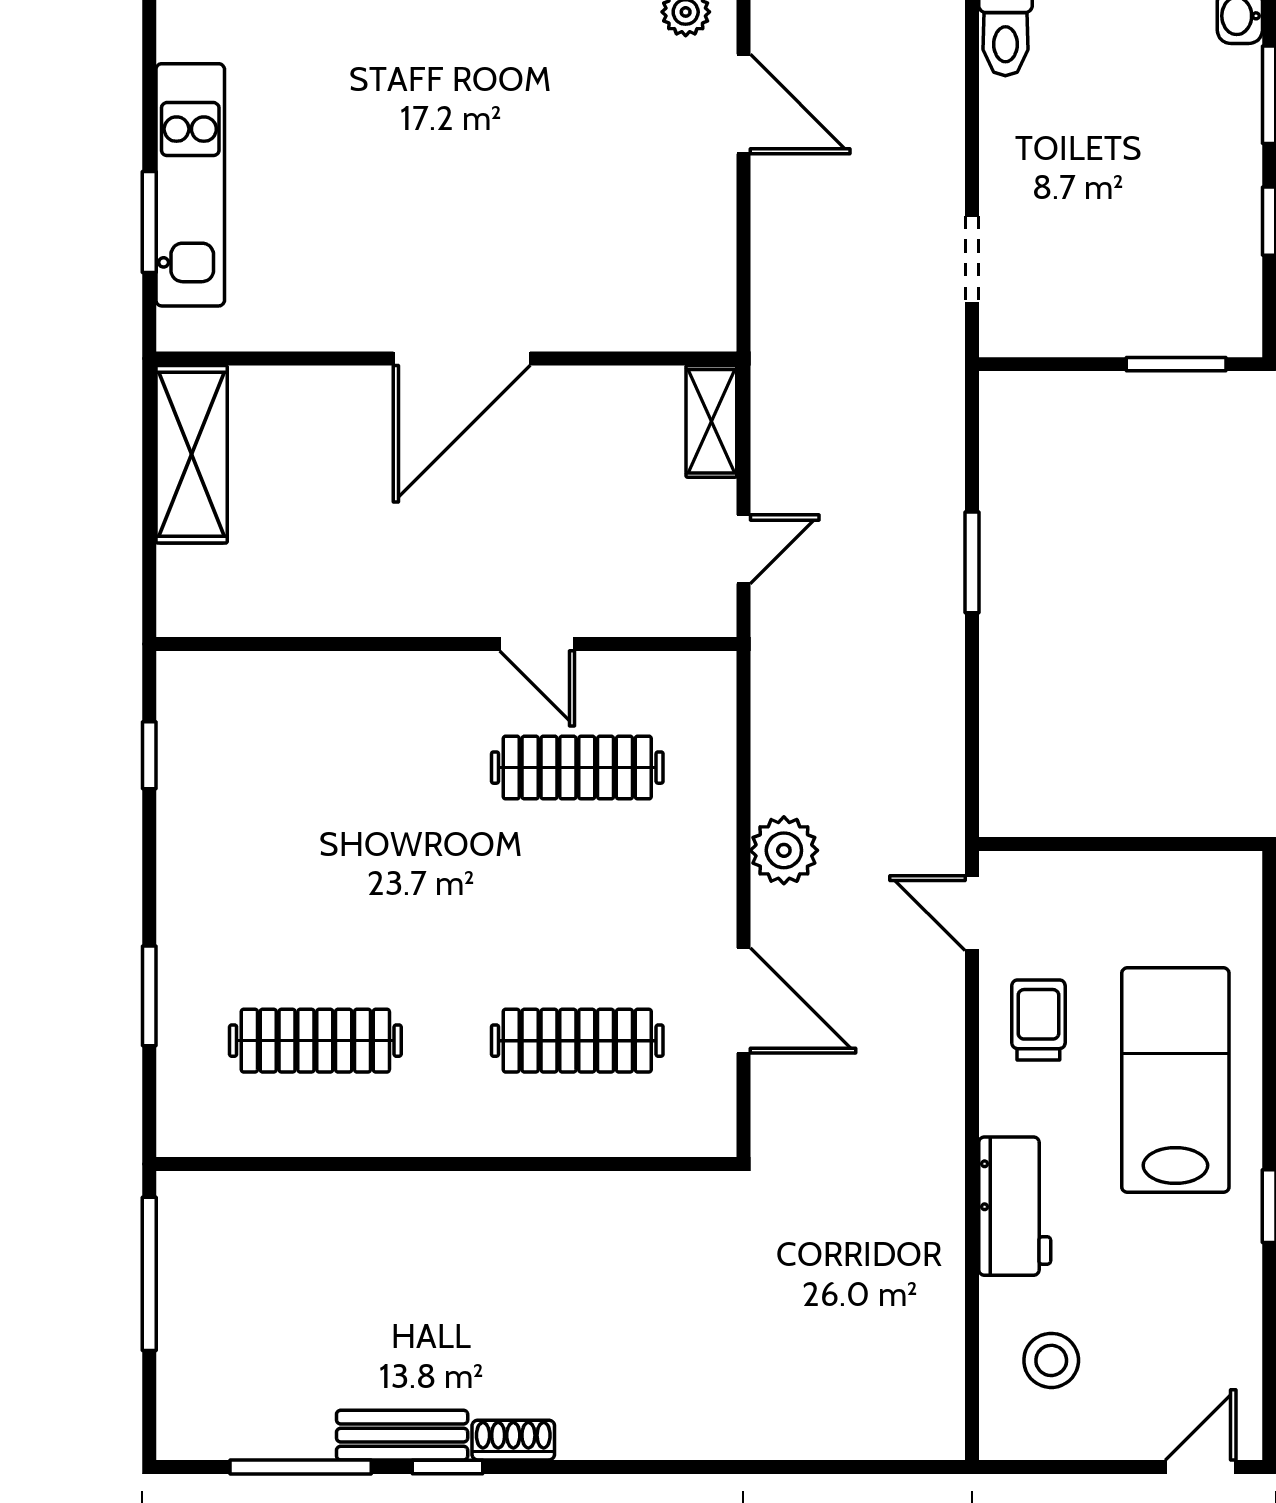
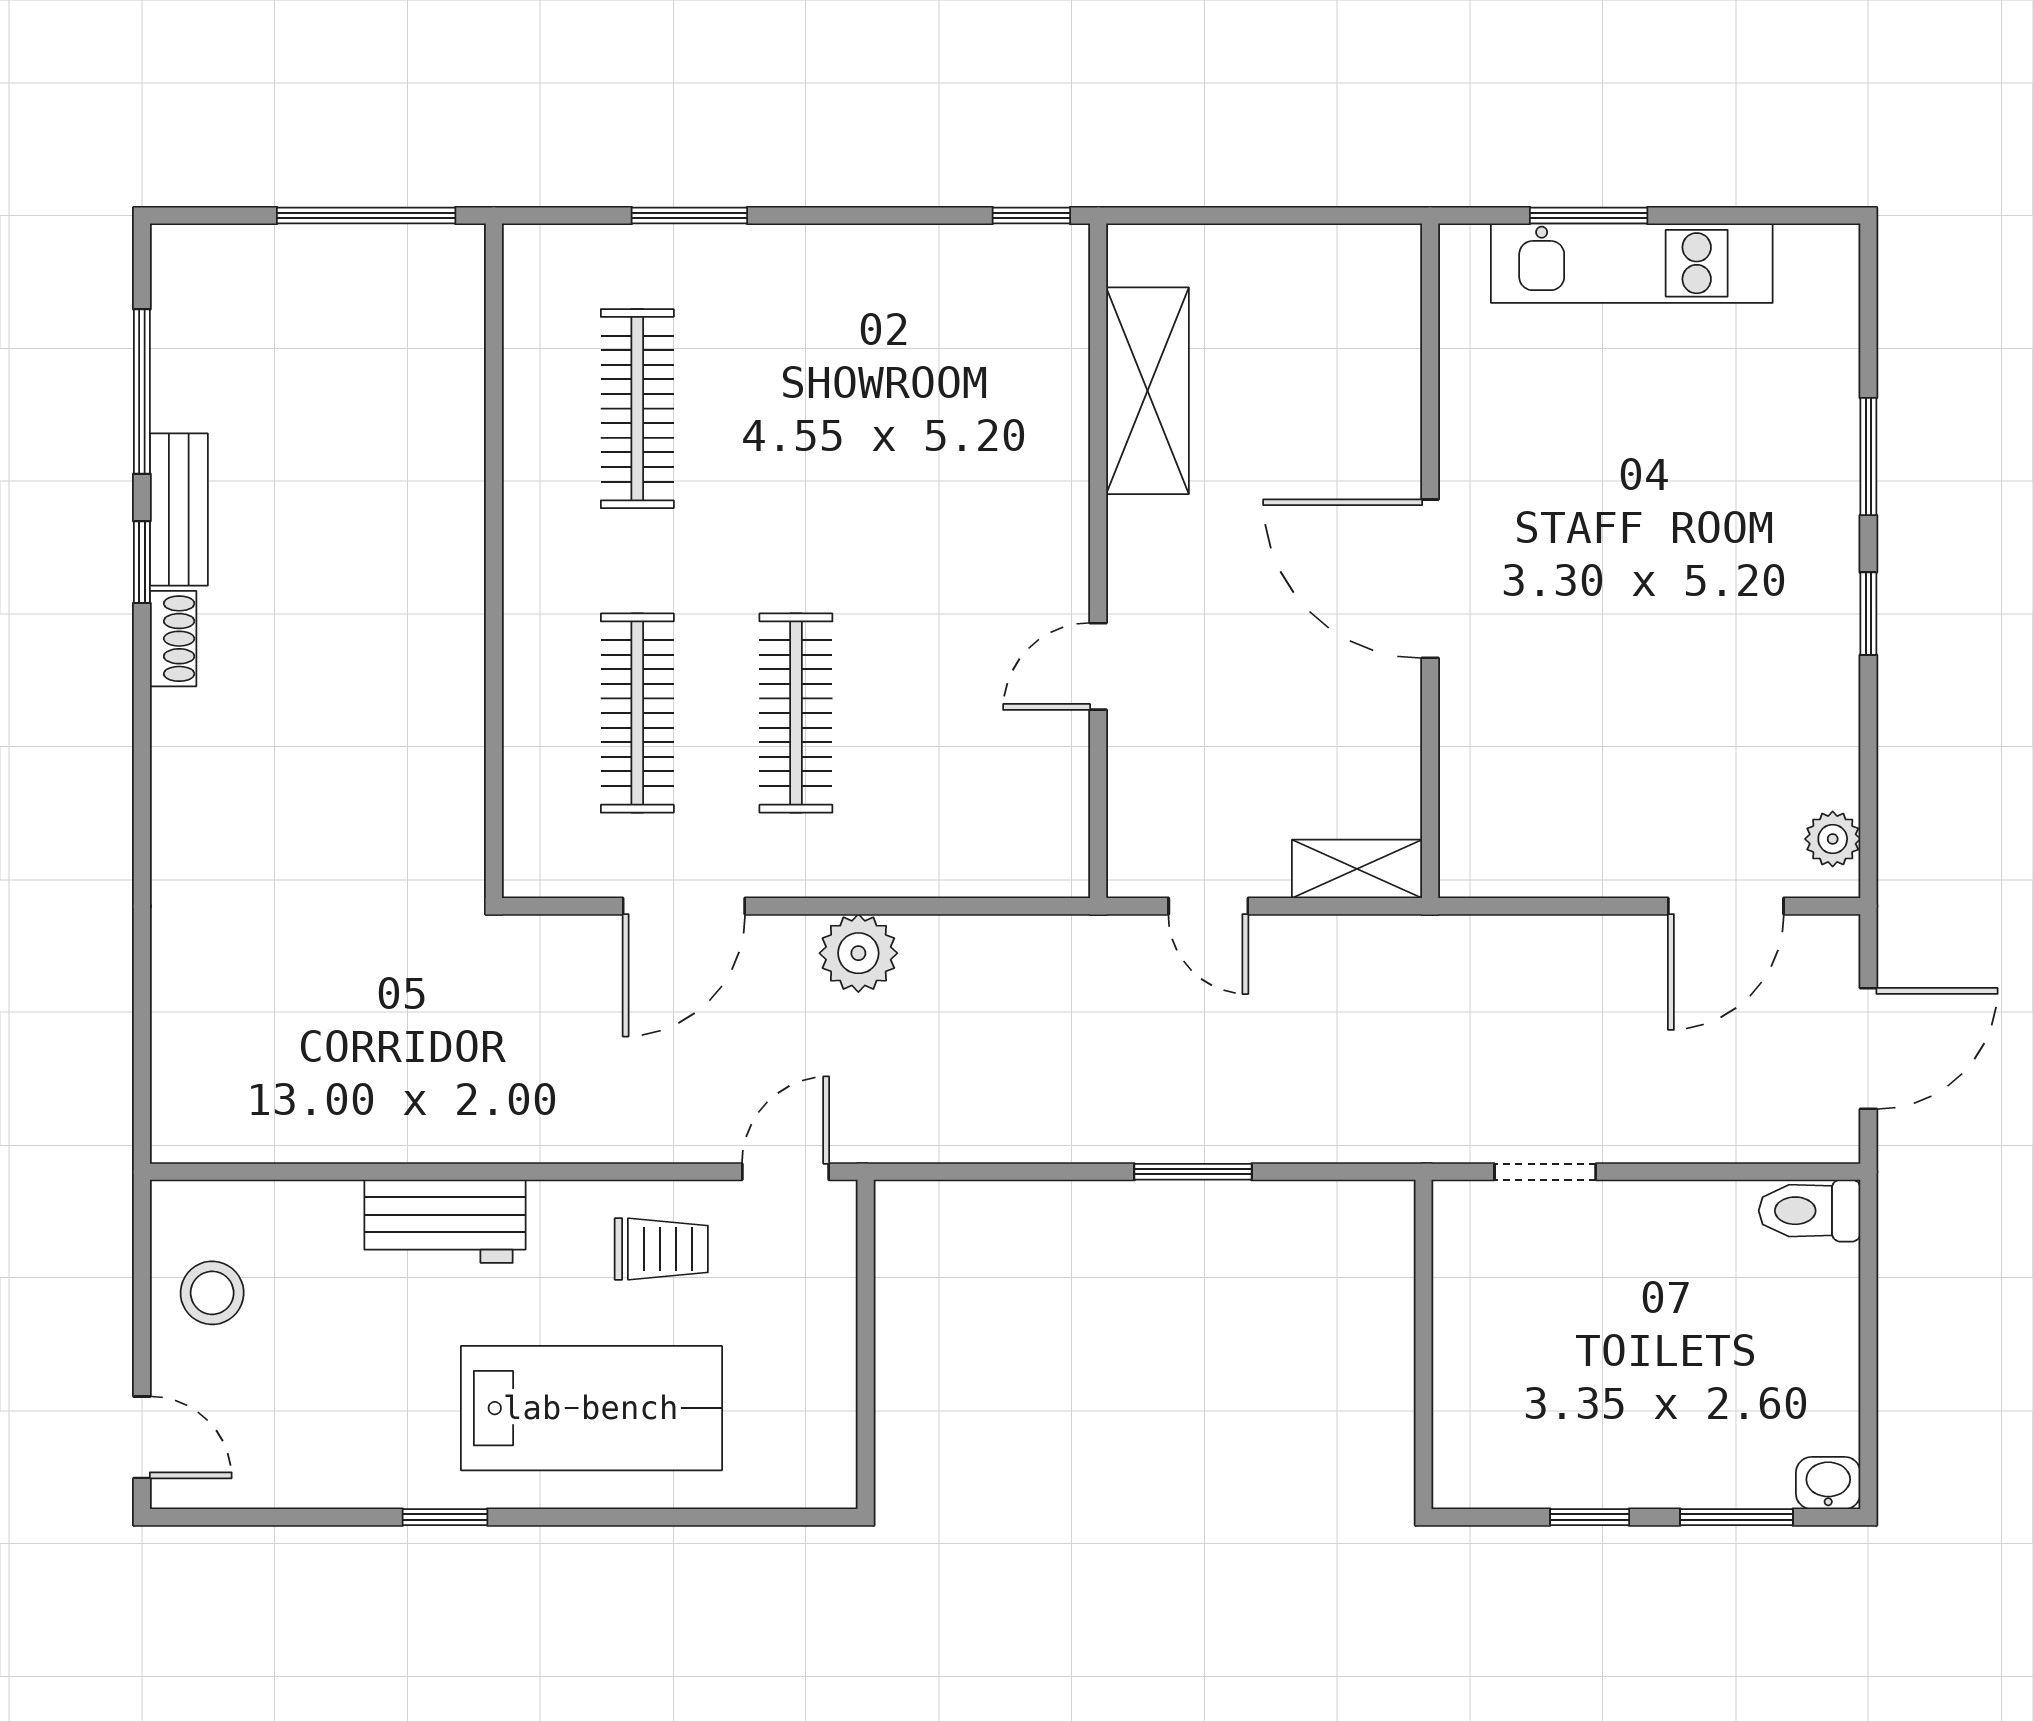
window: (1176, 364) -> (1423, 1409), removed
shelving: (192, 454) -> (1147, 391), moved, turned 90
window: (149, 755) -> (1031, 216), moved
clothes rail: (577, 768) -> (796, 713), moved
stool: (1051, 1360) -> (212, 1293), moved

